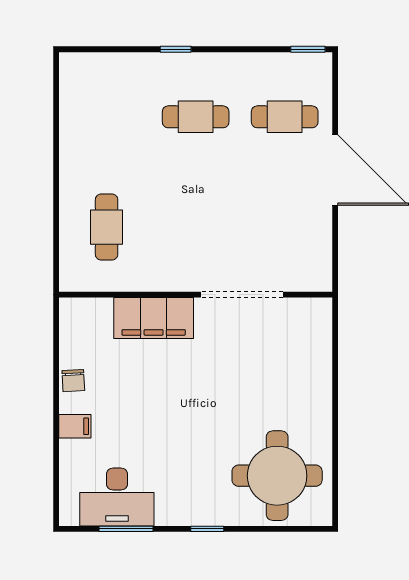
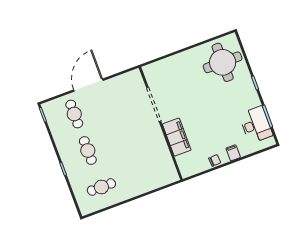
cafe table: (107, 227) -> (101, 187), moved

